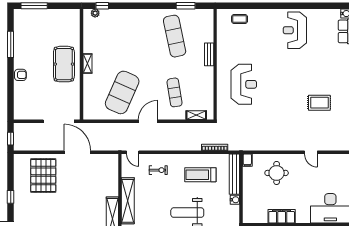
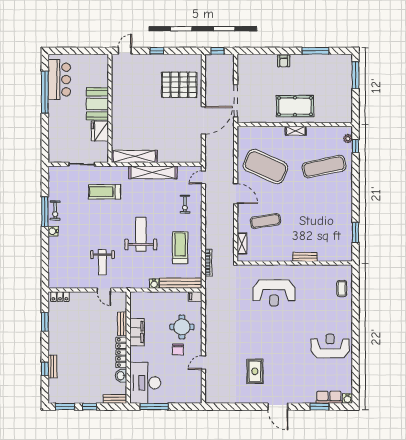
exercise mat: (175, 36) -> (324, 167), moved
chair: (298, 177) -> (178, 349), added

